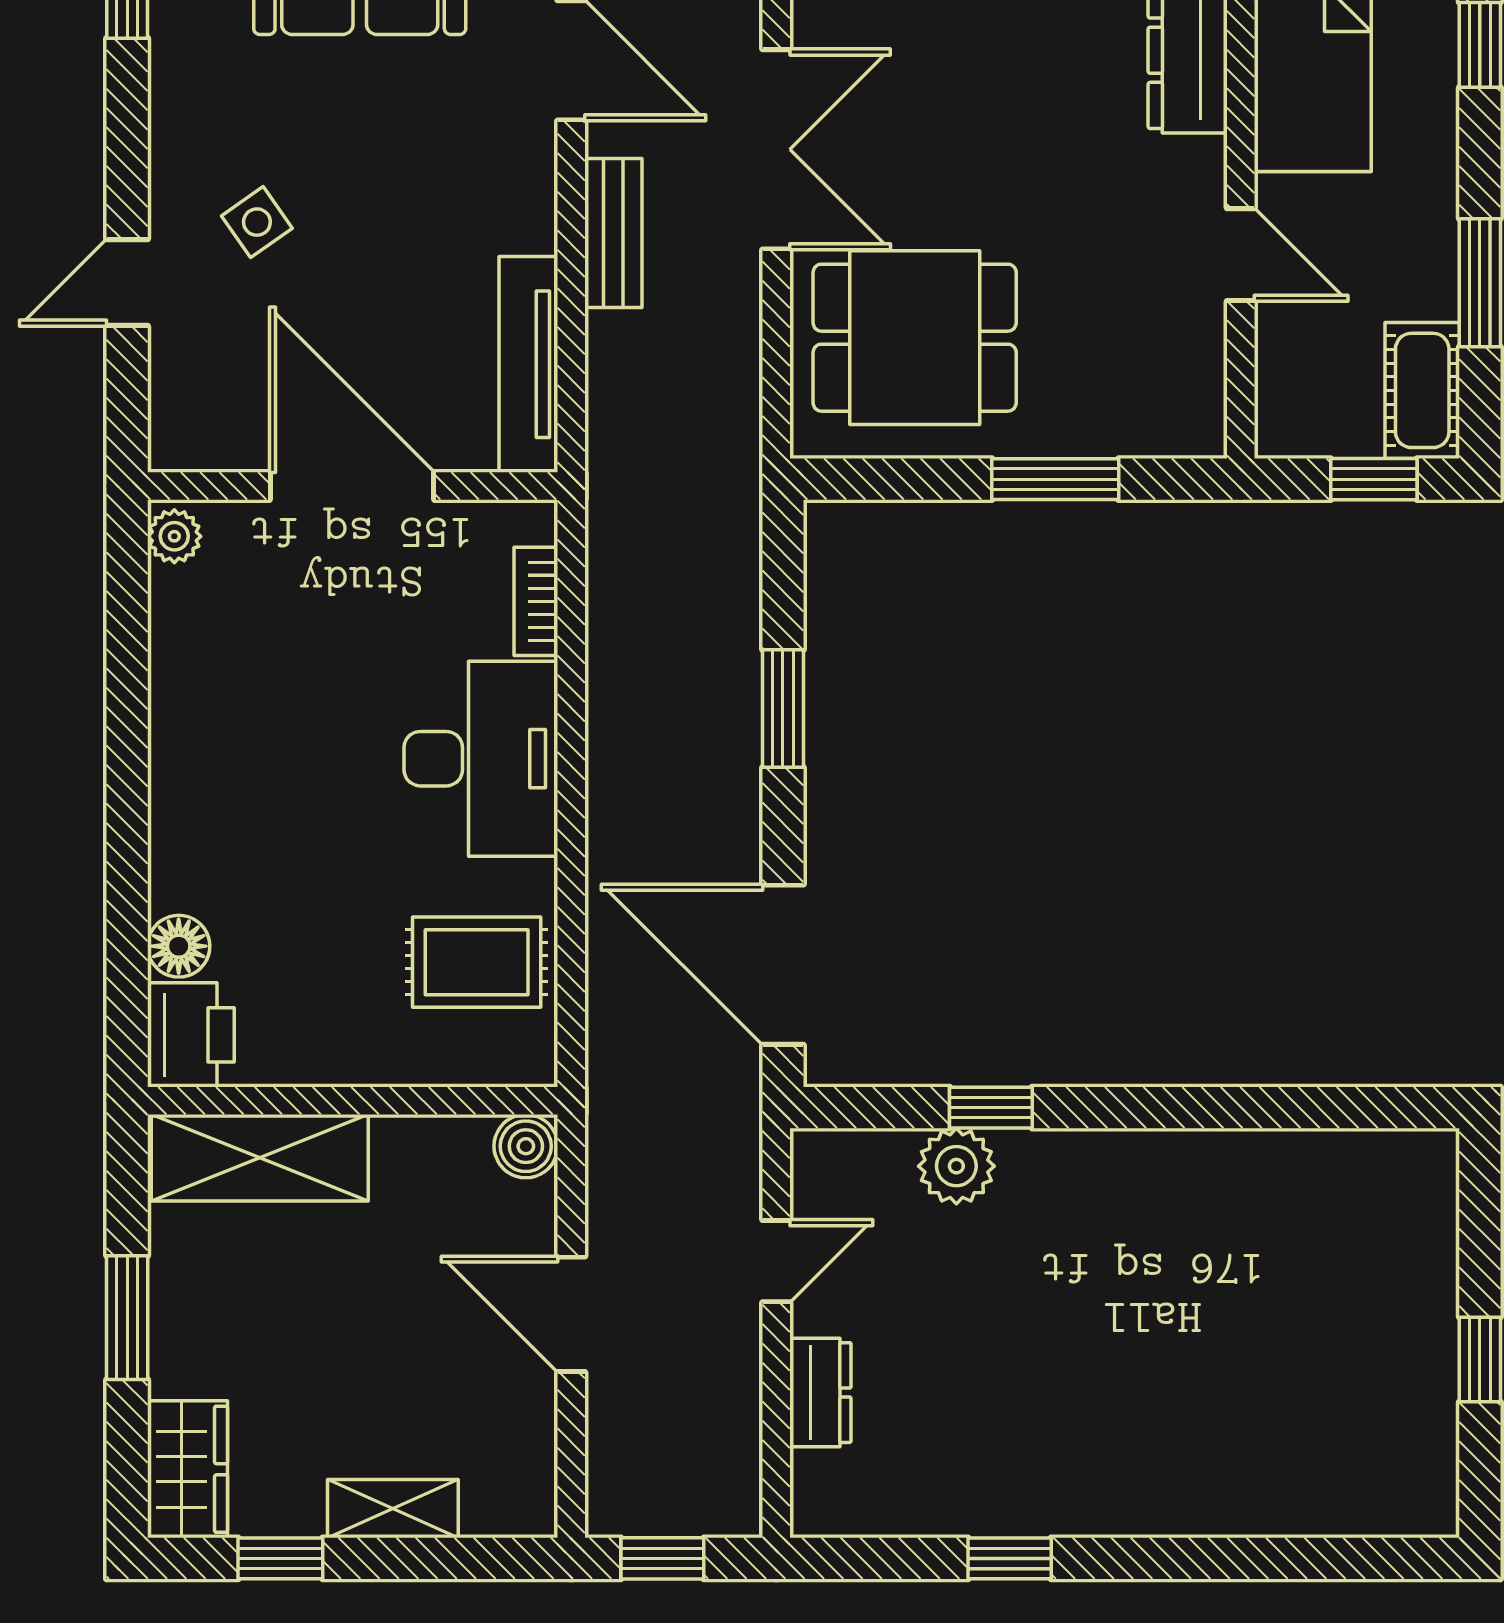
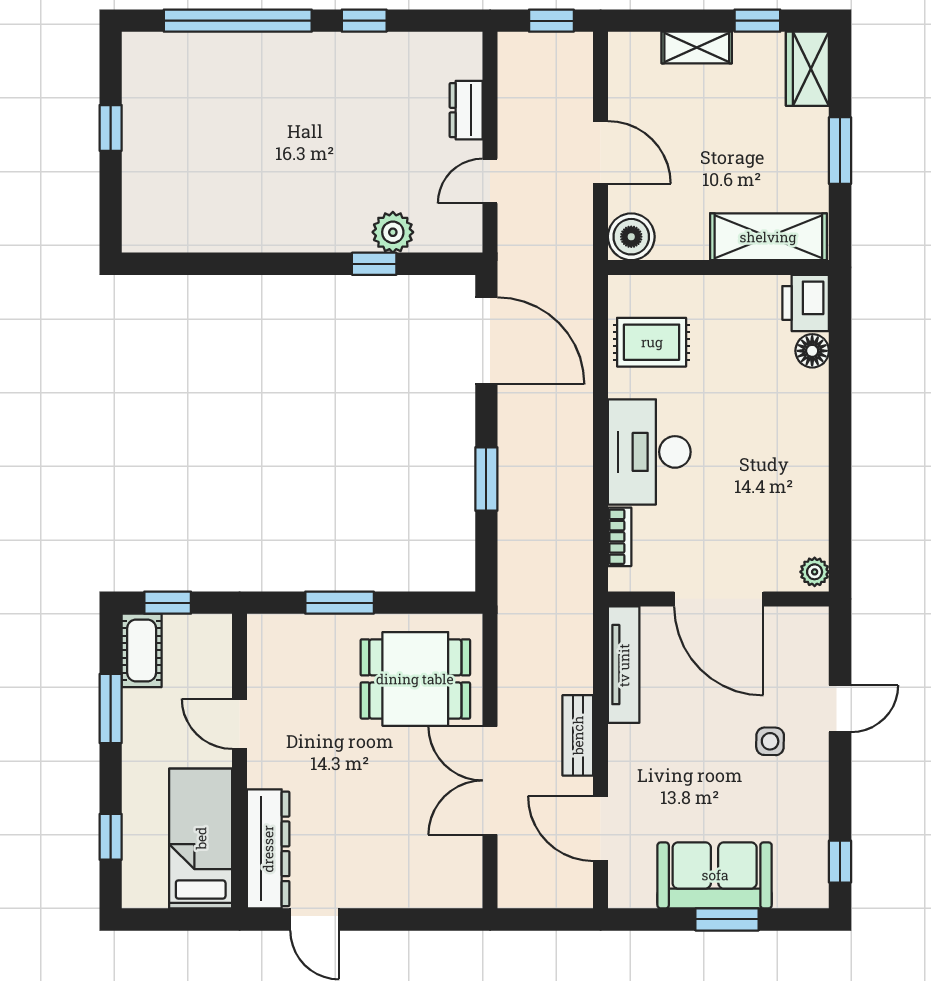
side table: (257, 222) -> (770, 741), turned 36
boiler: (526, 1146) -> (631, 237), width x1.36, depth x1.36
window: (1244, 1558) -> (238, 21), added

